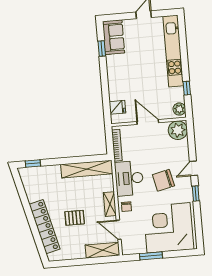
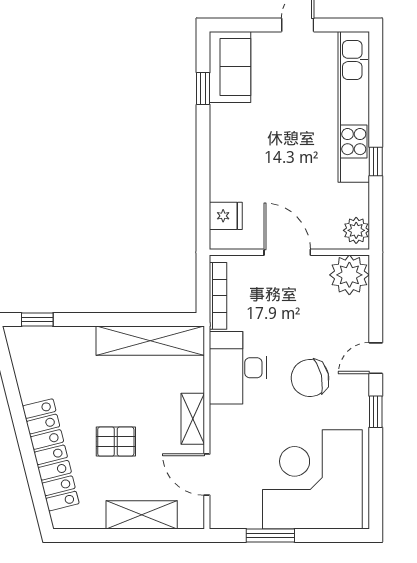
window: (187, 88) -> (376, 162), moved
chair: (126, 207) -> (227, 427), removed
shelving: (102, 250) -> (142, 515), moved

